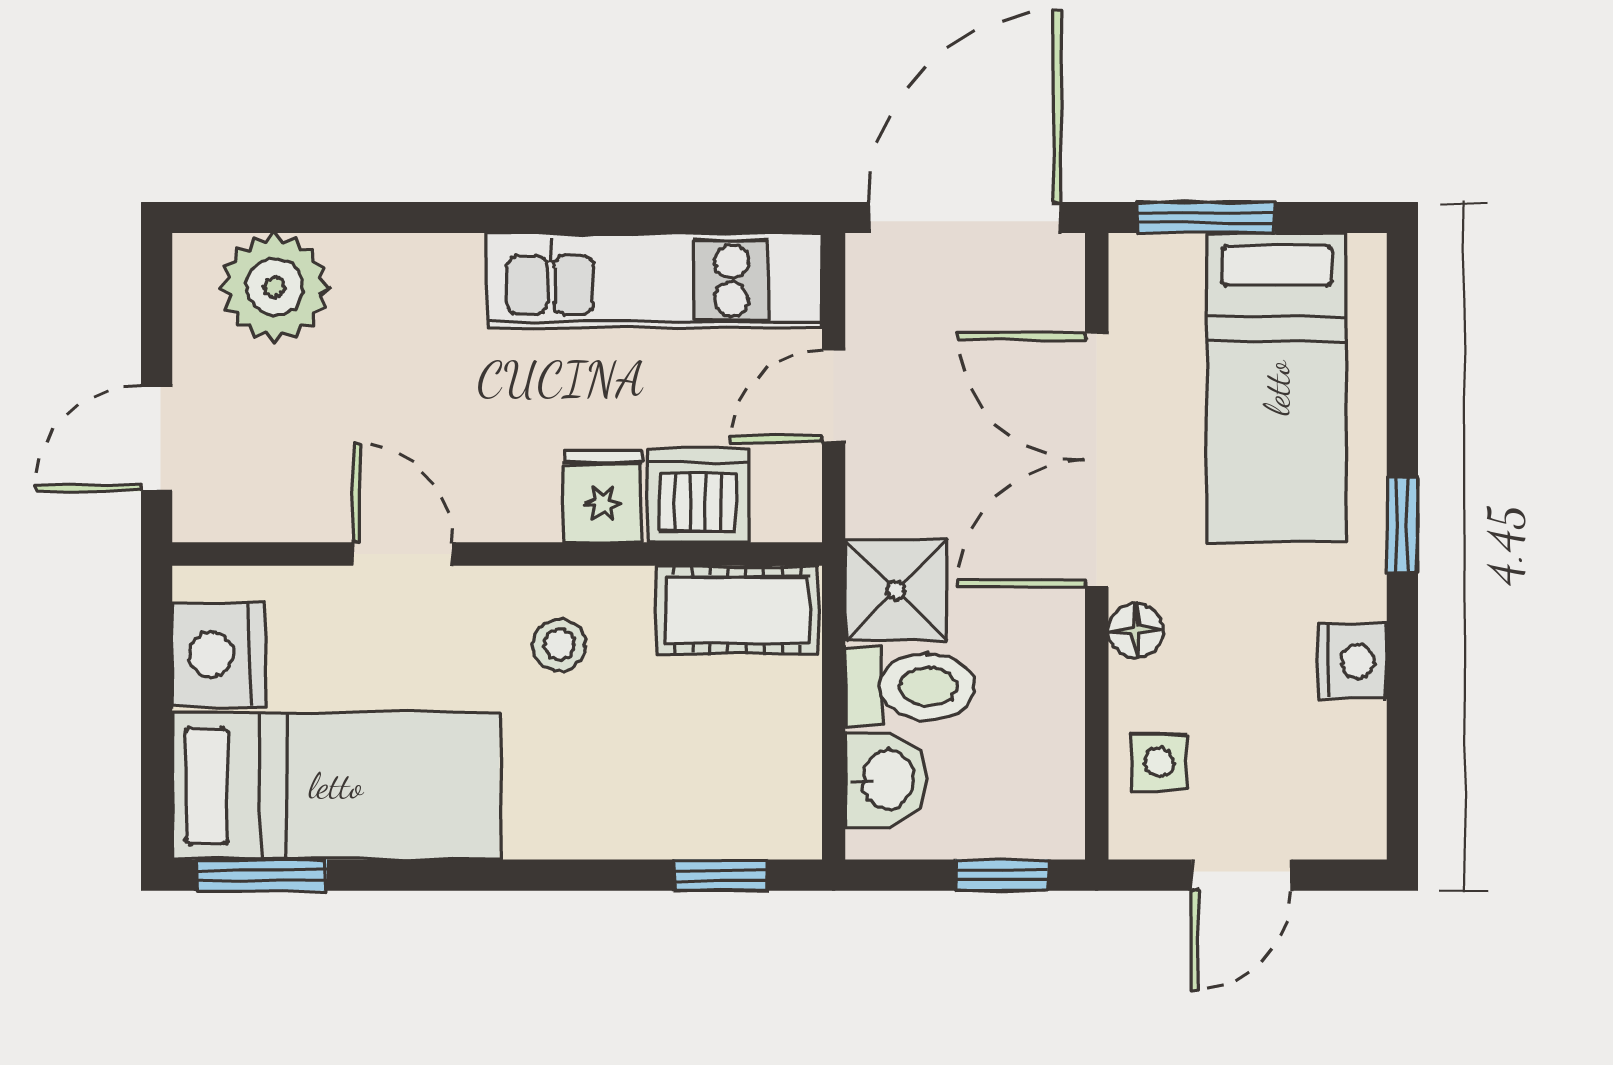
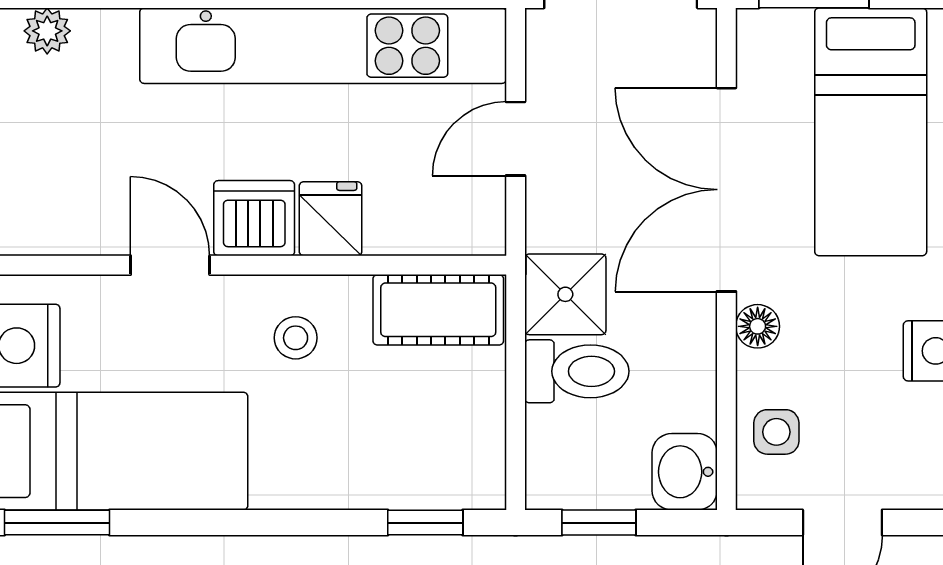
kitchen unit: (654, 280) -> (323, 46), width x1.36
plant: (275, 287) -> (47, 31), width x0.53, depth x0.53
dishwasher: (698, 495) -> (254, 218), moved
washbasin: (886, 780) -> (685, 472), moved, turned 180
window: (1002, 875) -> (599, 523), moved

